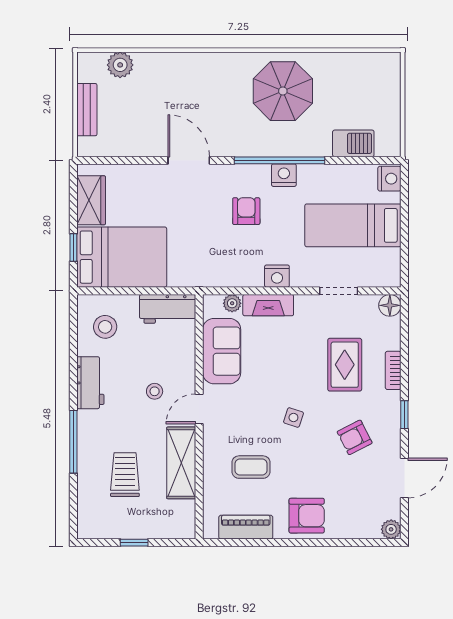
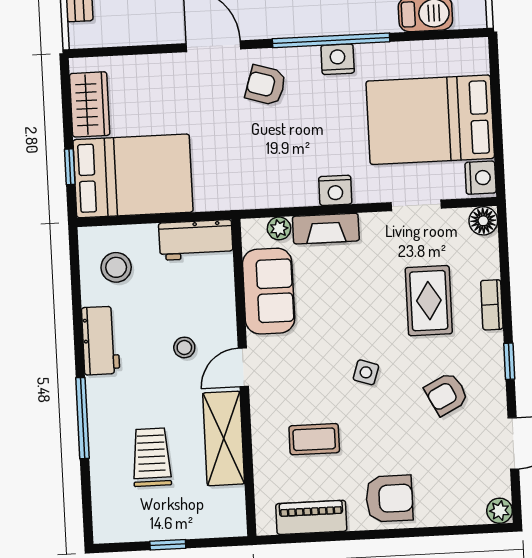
nightstand: (389, 179) -> (481, 178), moved
armchair: (246, 211) -> (266, 85), moved, turned -73
bed: (353, 225) -> (430, 120), width x1.50

